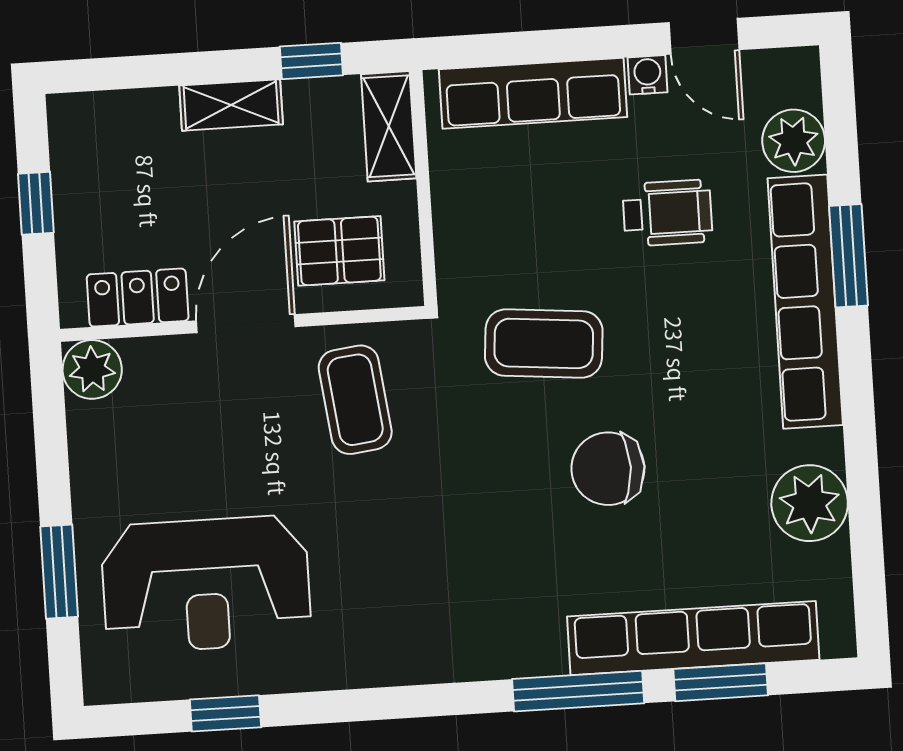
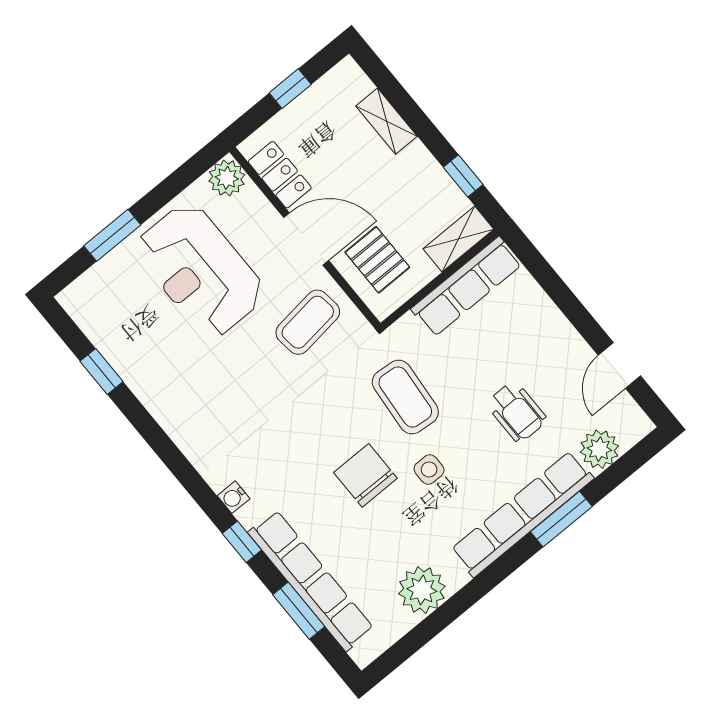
water cooler: (647, 75) -> (234, 497), moved, turned 180
row of seats: (533, 93) -> (466, 287), moved, turned -90
shelving: (231, 105) -> (386, 121), moved
side table: (660, 381) -> (429, 469), added
reception desk: (206, 584) -> (200, 270), moved
window: (578, 691) -> (242, 542), width x0.46

